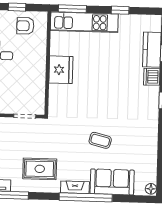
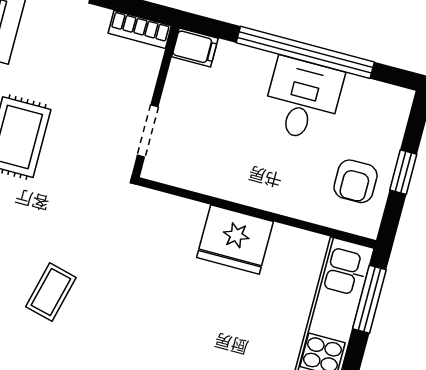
armchair: (25, 26) -> (356, 181), turned 180

